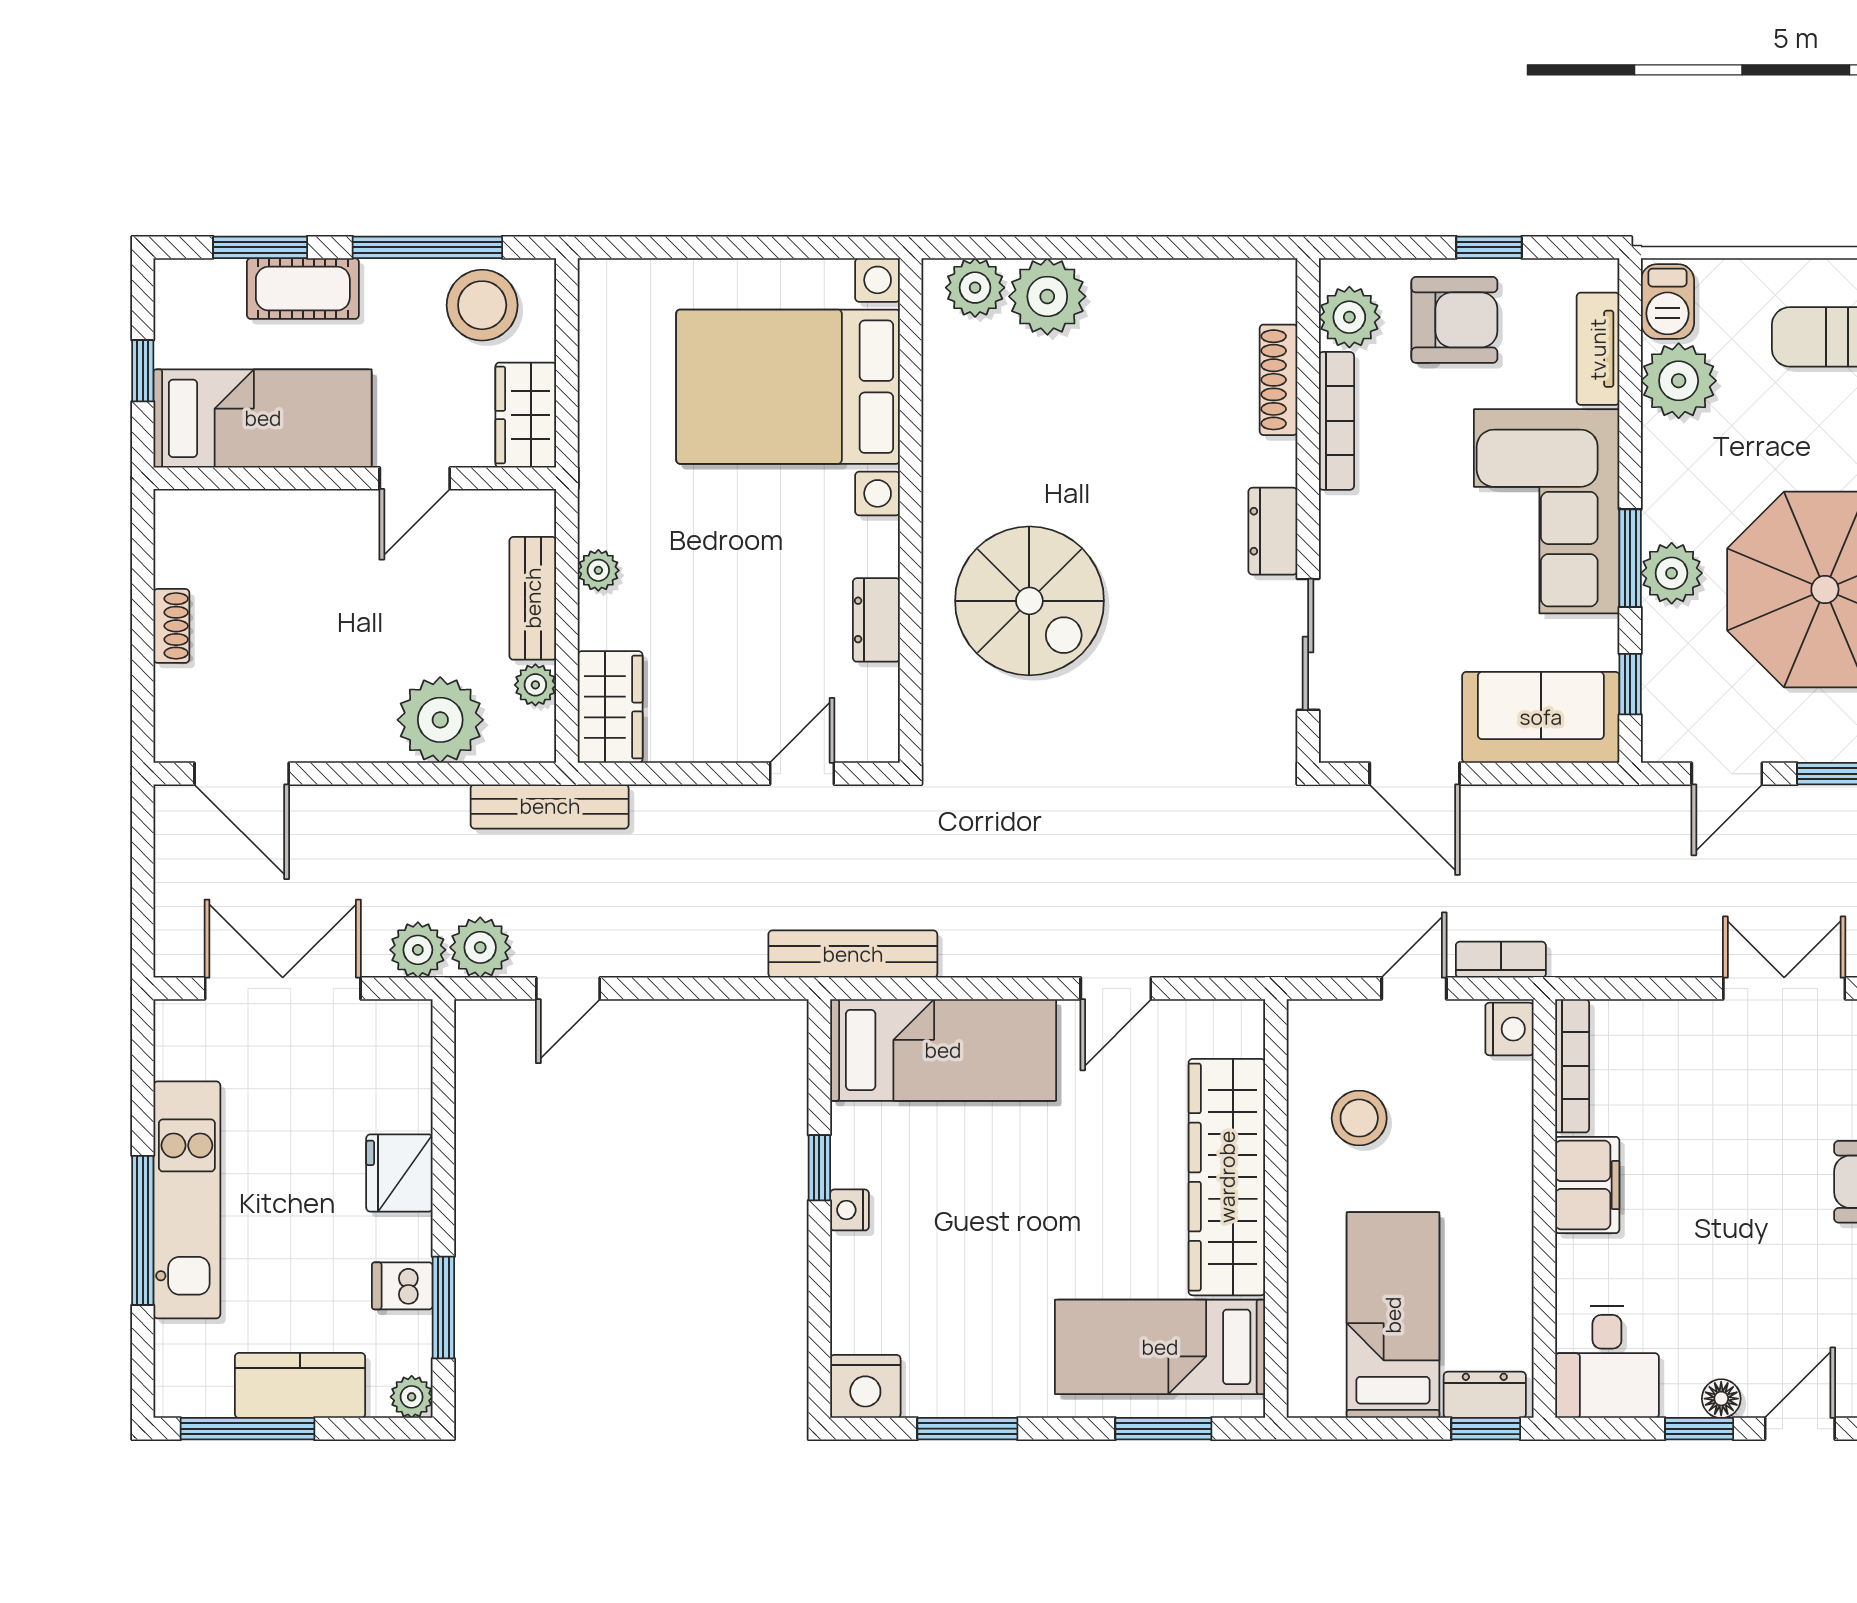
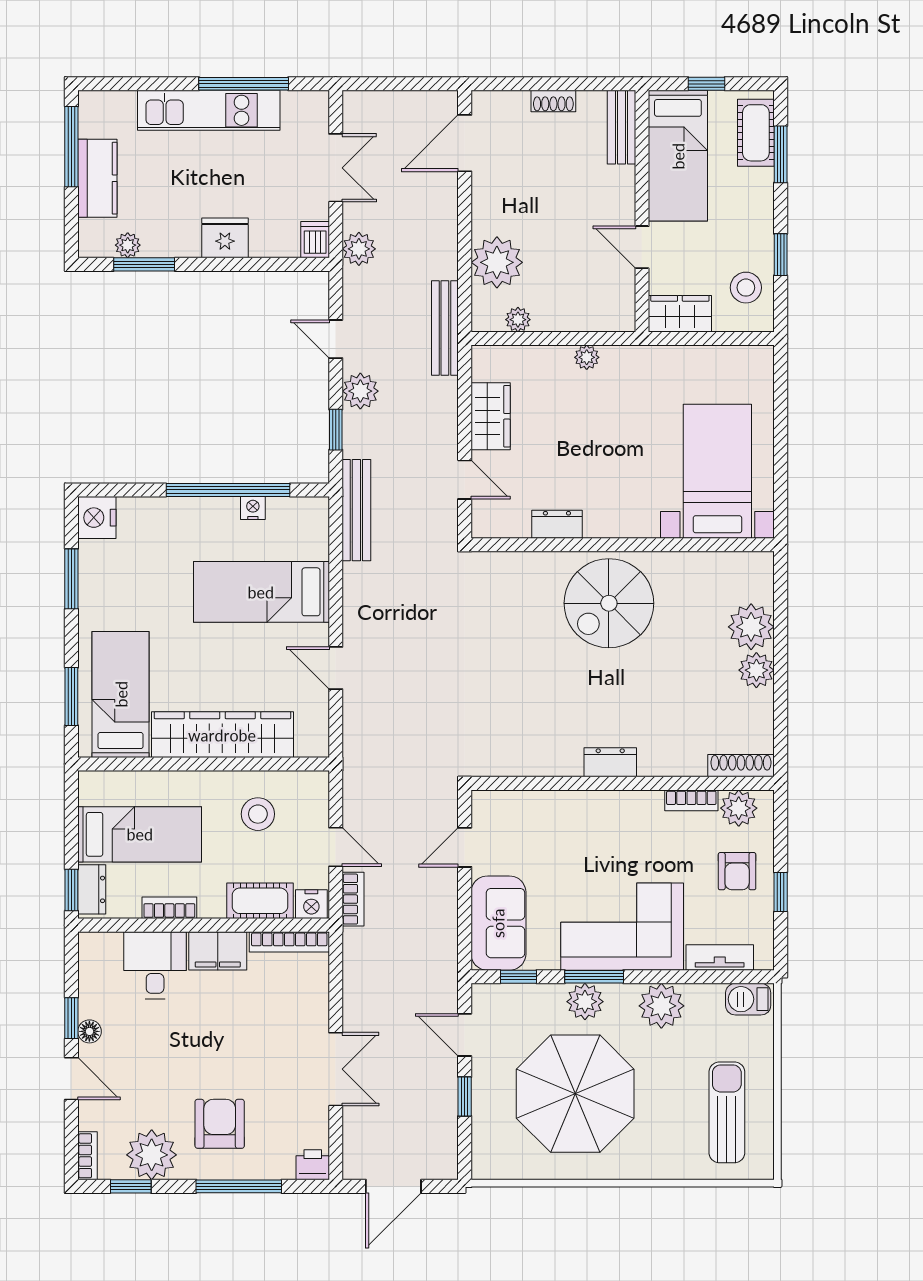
window: (427, 247) -> (781, 255), width x0.46
plant: (975, 288) -> (756, 670), moved
cot: (303, 289) -> (756, 133), moved
stool: (482, 305) -> (746, 288), width x0.73, depth x0.73
armchair: (1454, 320) -> (737, 871), width x0.72, depth x0.72
shoe rack: (1278, 380) -> (741, 766), moved
plant: (1679, 381) -> (661, 1006), moved
bed with nightstands: (788, 387) -> (717, 471), width x0.73
bookcase: (1336, 421) -> (691, 800), width x0.64
bench: (533, 598) -> (621, 127), moved, turned 90
spiral stairs: (1029, 601) -> (609, 603), moved
sliding door: (1308, 644) -> (542, 783), removed
wardrobe: (610, 707) -> (491, 416), moved, turned -90
door: (1415, 774) -> (465, 847), width x0.73
plant: (480, 947) -> (360, 391), moved
double door: (283, 988) -> (336, 168), width x0.73
window: (719, 988) -> (336, 430), added
bed: (943, 1050) -> (261, 592), moved, turned 90
cot: (1504, 1115) -> (260, 901), added
window: (819, 1168) -> (228, 490), width x3.17
nightstand: (849, 1210) -> (253, 508), moved
window: (143, 1230) -> (244, 84), moved
bookcase: (1515, 1266) -> (169, 908), added
dishwasher: (402, 1286) -> (315, 240), moved
desk: (1607, 1362) -> (155, 965), moved, turned 90
plant: (412, 1397) -> (128, 245), moved

